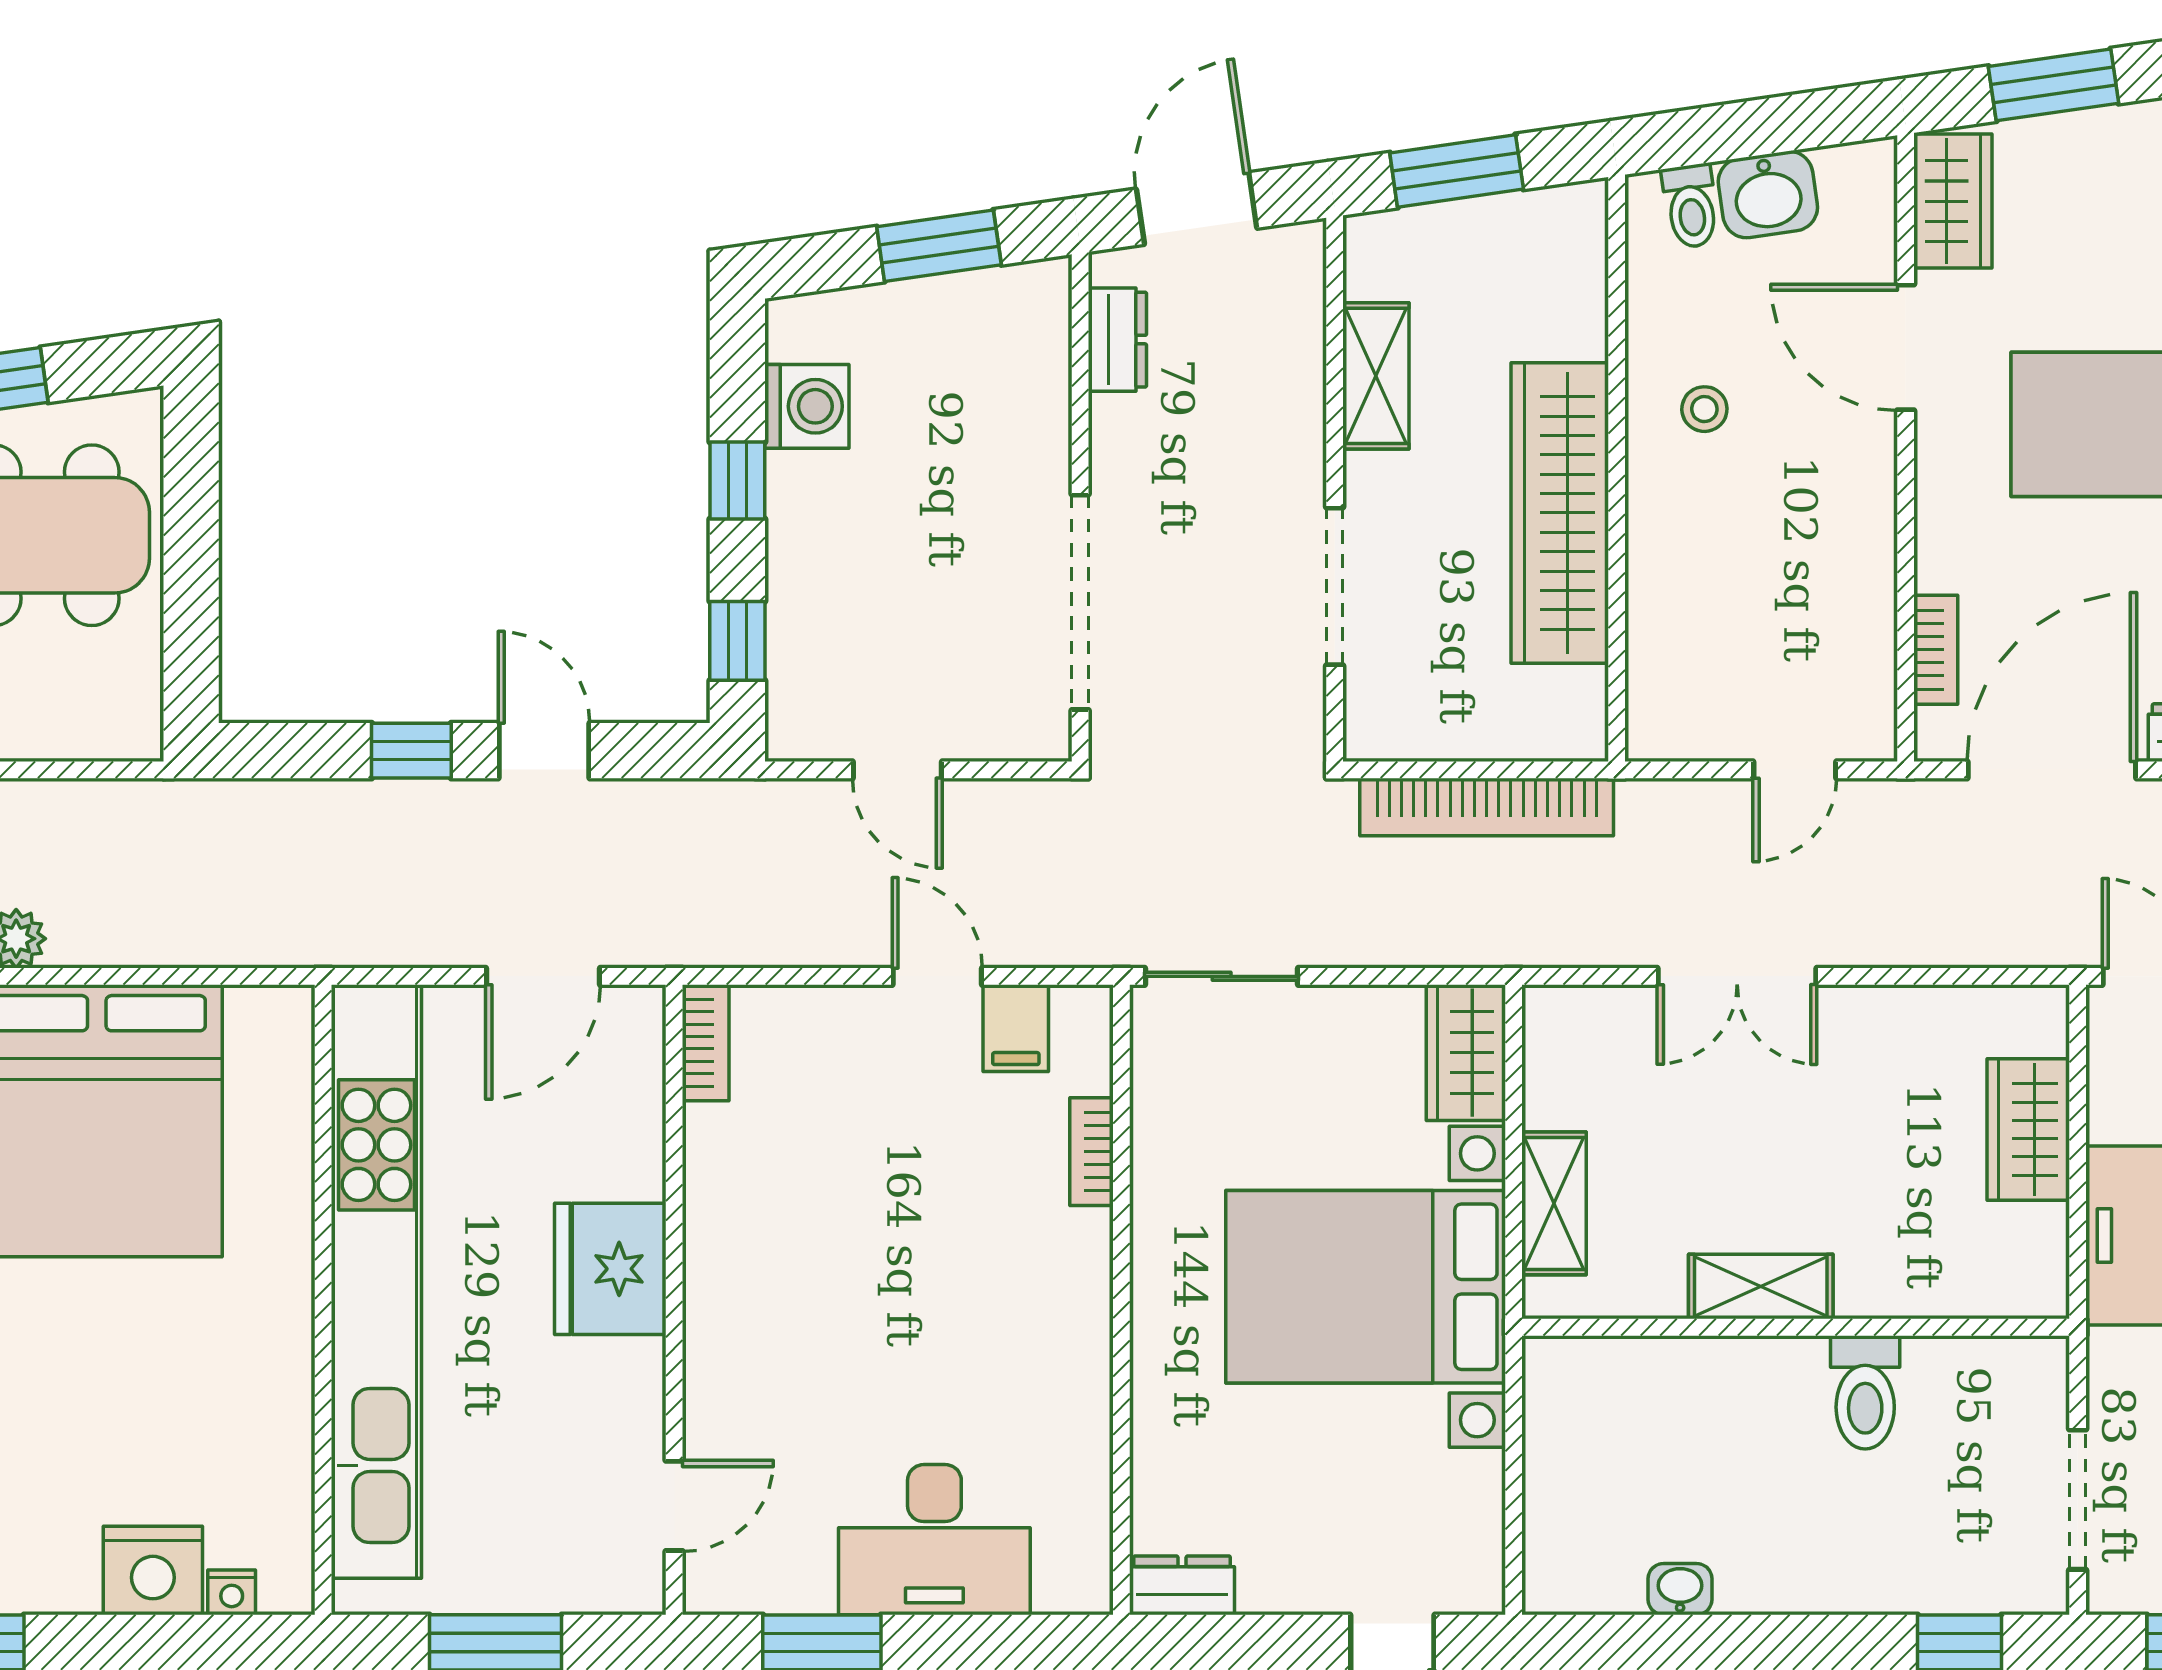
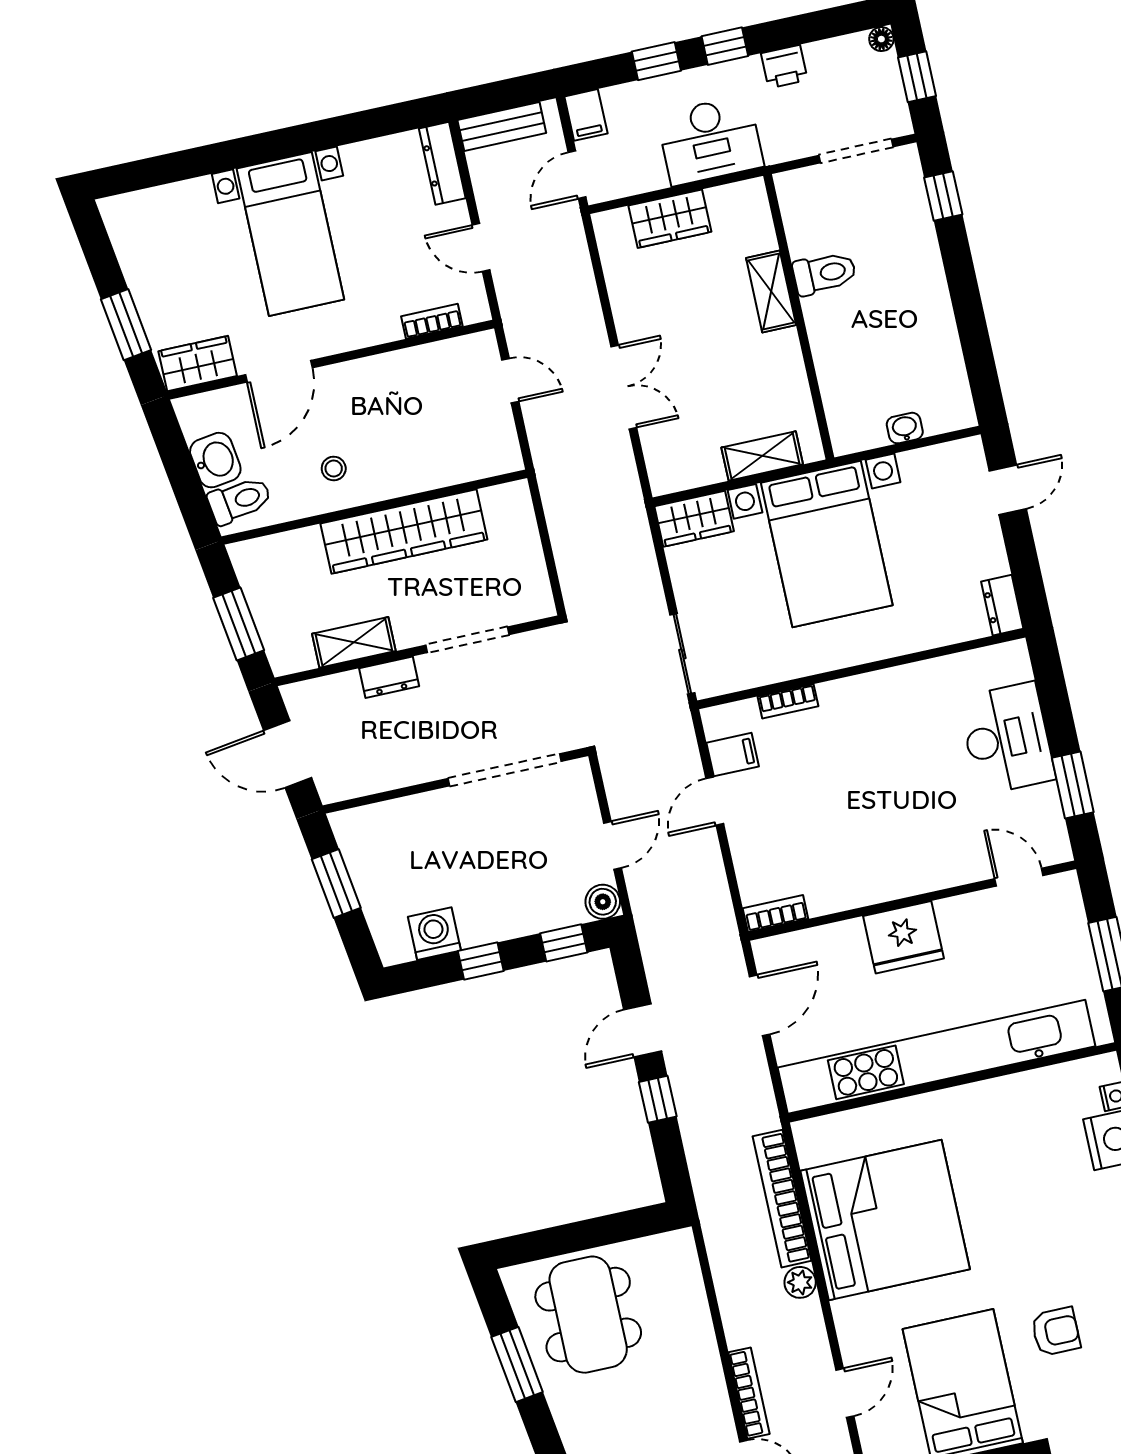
toilet: (1691, 206) -> (240, 500), width x1.37, depth x1.39
dresser: (1117, 340) -> (389, 677), moved, turned 180
boiler: (797, 729) -> (603, 902), added
door: (2052, 770) -> (481, 247), width x0.53
bookcase: (1487, 807) -> (782, 1199), moved, turned 180
door: (543, 976) -> (760, 1005), hinge flipped
shelving: (1761, 1287) -> (771, 291), moved
washbasin: (1680, 1589) -> (905, 428), moved, turned 90

